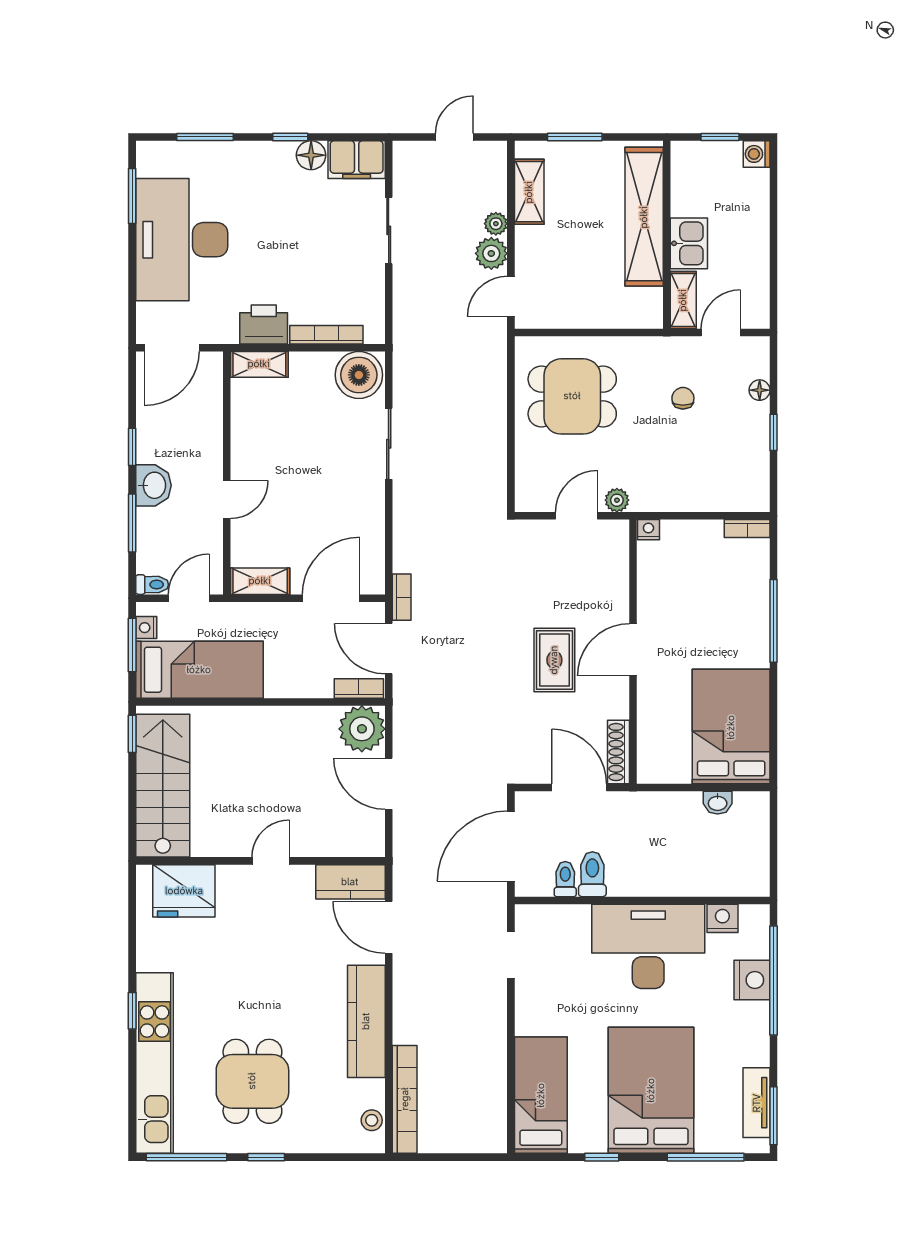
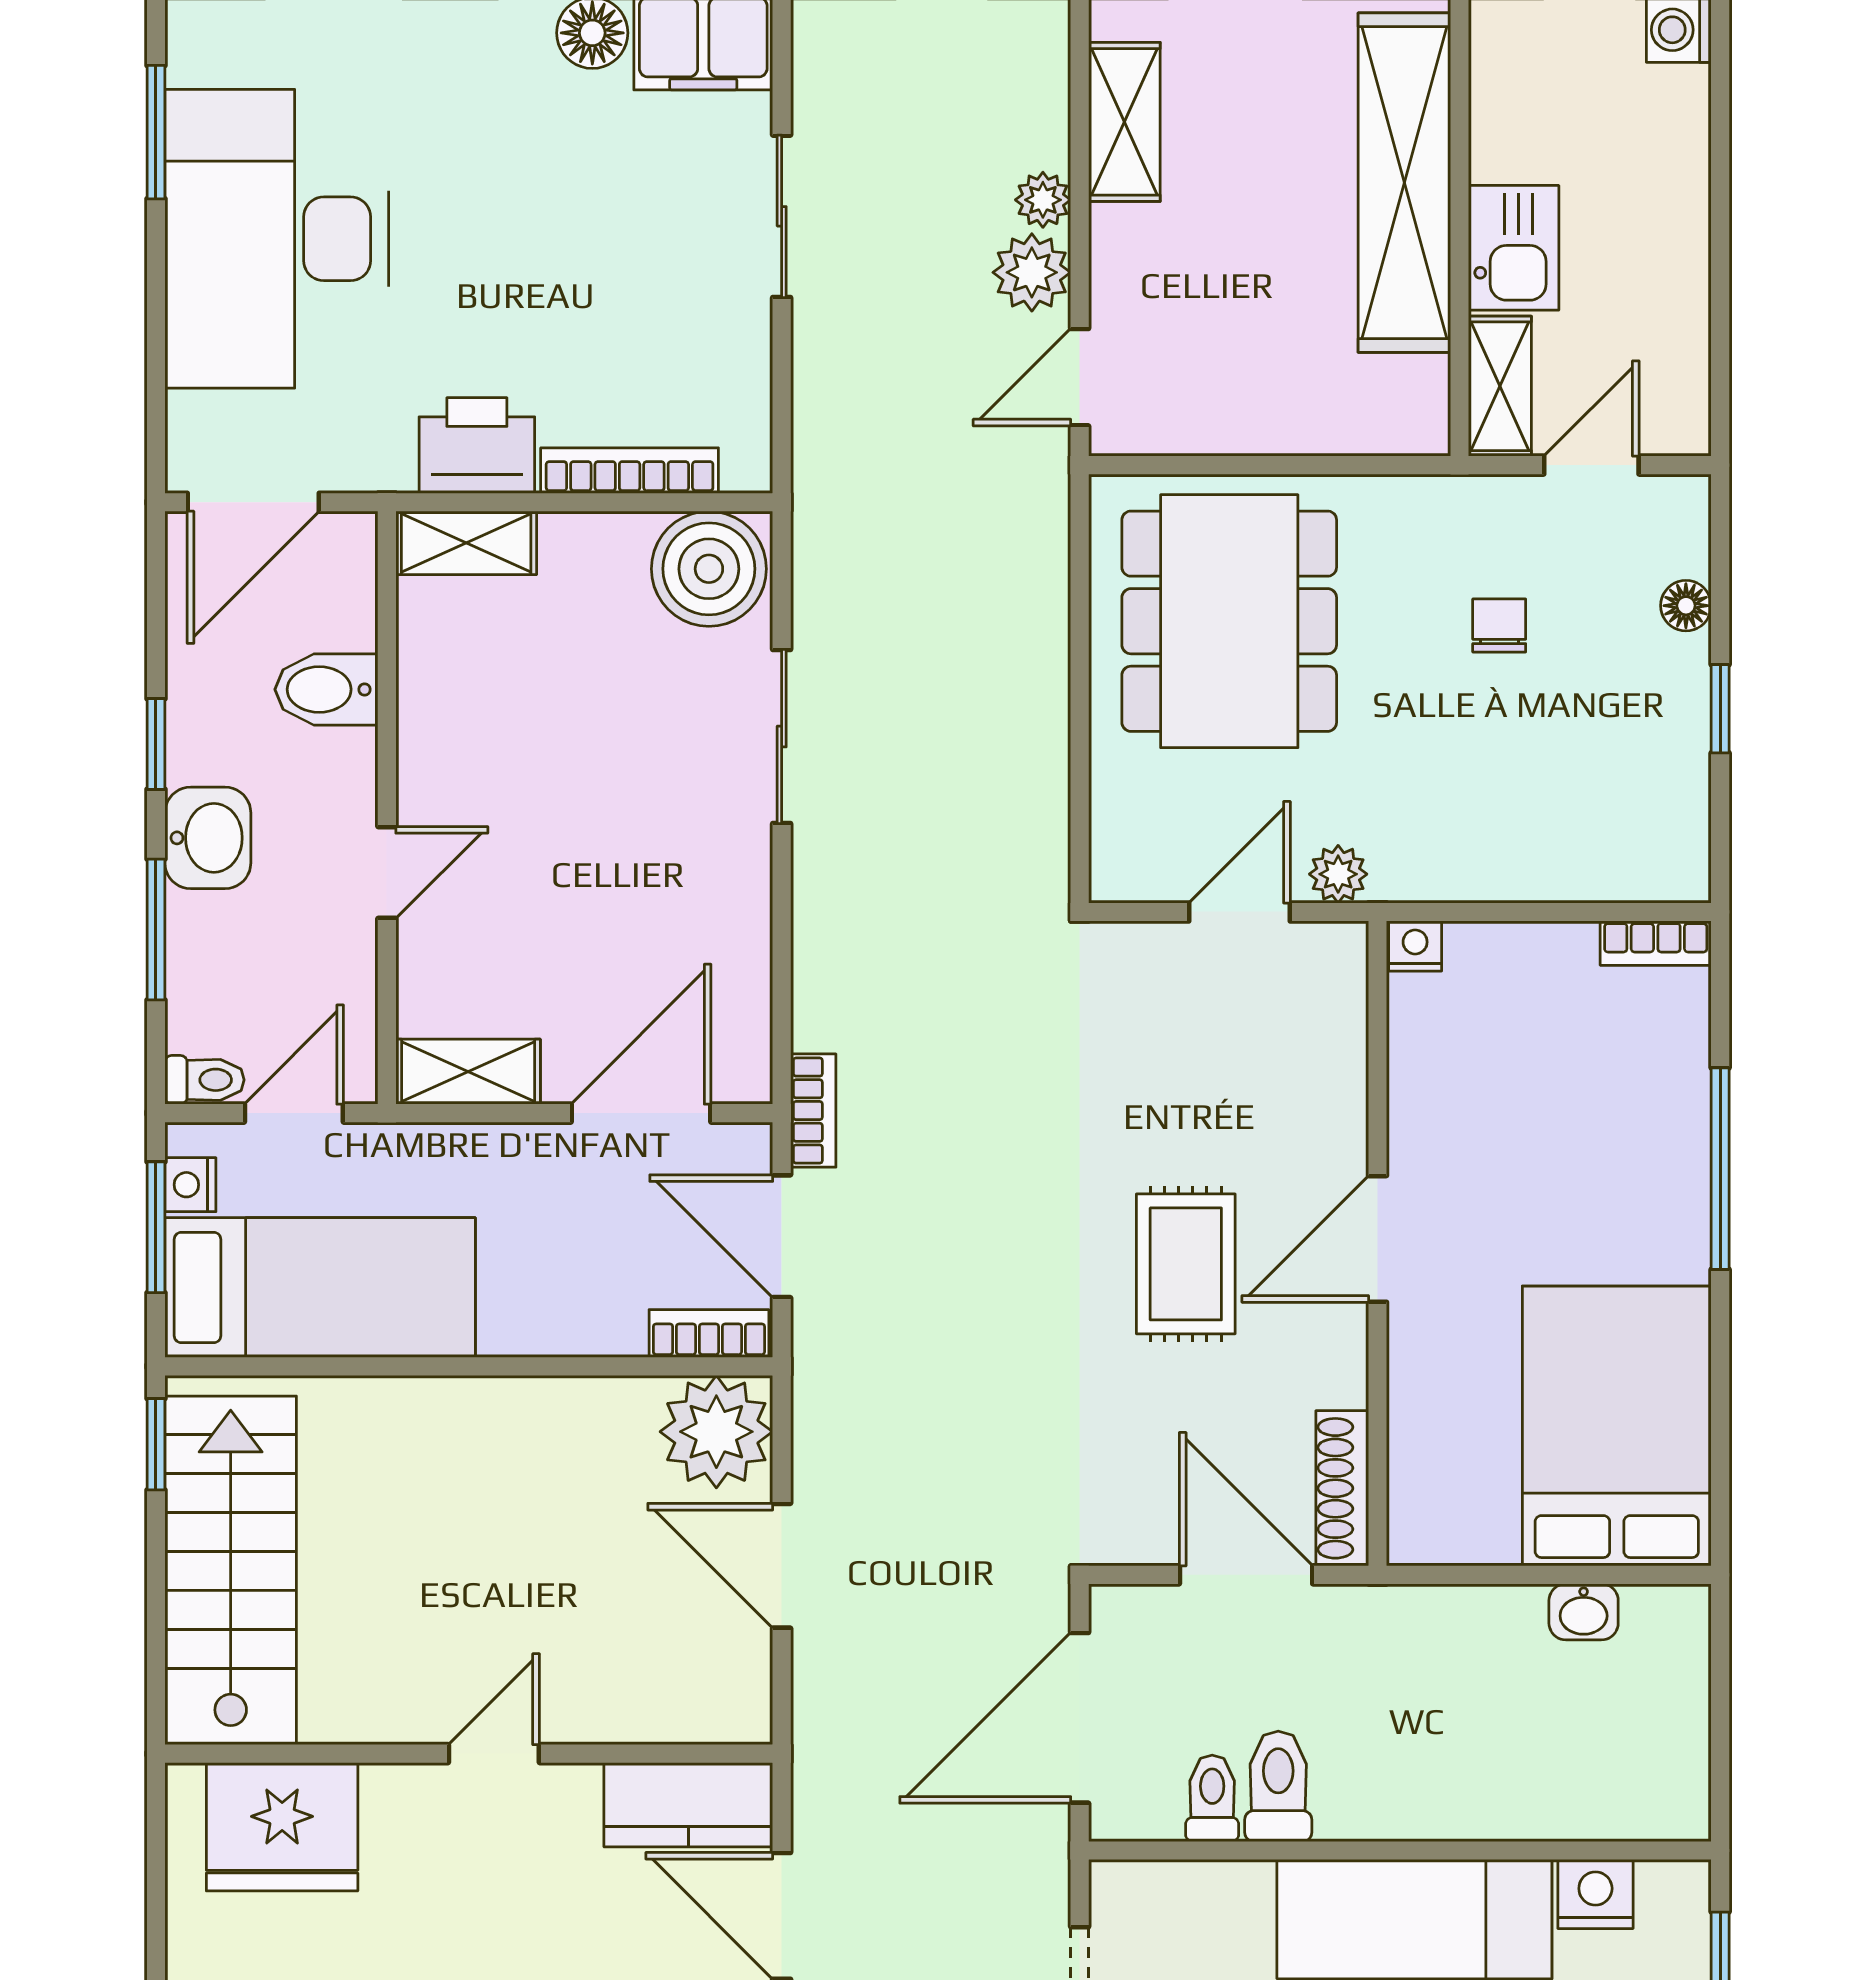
dining table: (572, 396) -> (1229, 621), width x1.38
bidet: (202, 424) -> (326, 689), added

